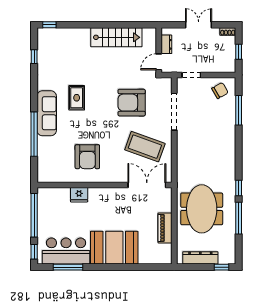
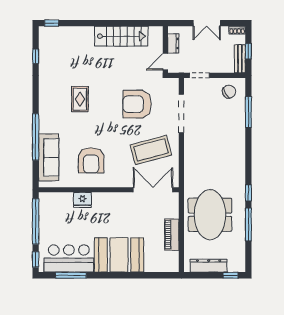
double door: (199, 25) -> (207, 23), swing flipped
bench: (230, 59) -> (240, 59), added
sofa: (47, 113) -> (49, 157), moved
coffee table: (145, 147) -> (151, 150), turned -35

